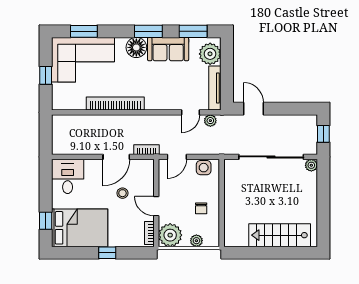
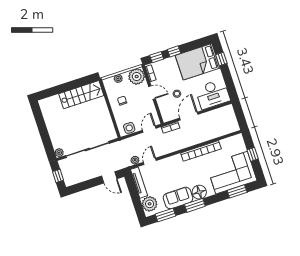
desk: (68, 176) -> (213, 94), width x1.37
stairs: (280, 235) -> (81, 95), moved
window: (134, 253) -> (157, 57), added

